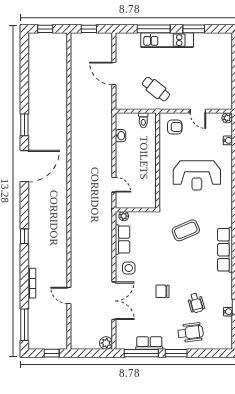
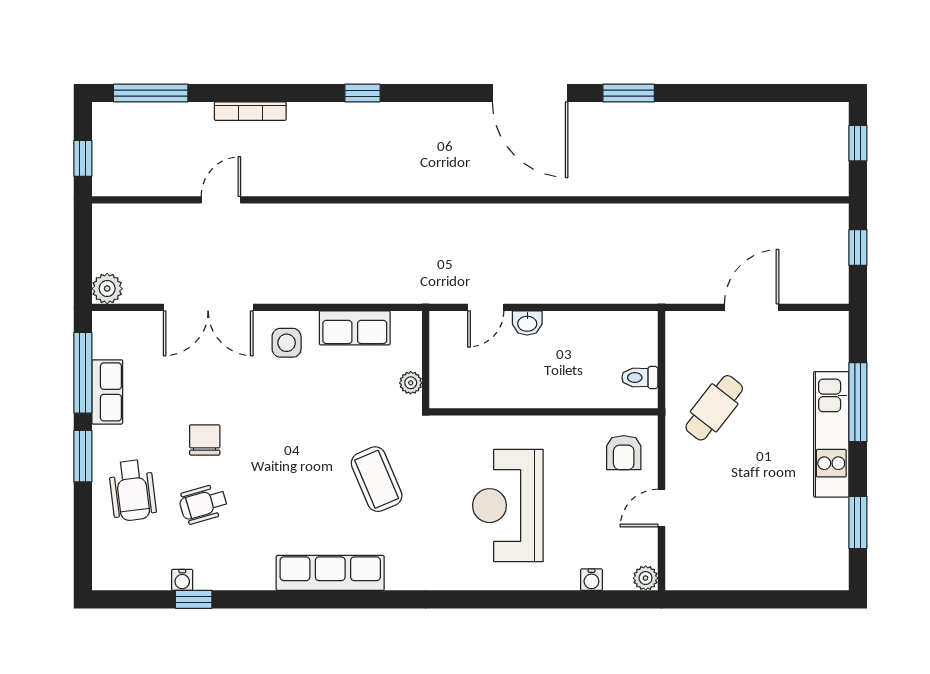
window: (194, 29) -> (858, 523), moved
washbasin: (120, 136) -> (527, 323), moved
plant: (124, 216) -> (411, 383), moved
chair: (162, 291) -> (205, 440), moved

